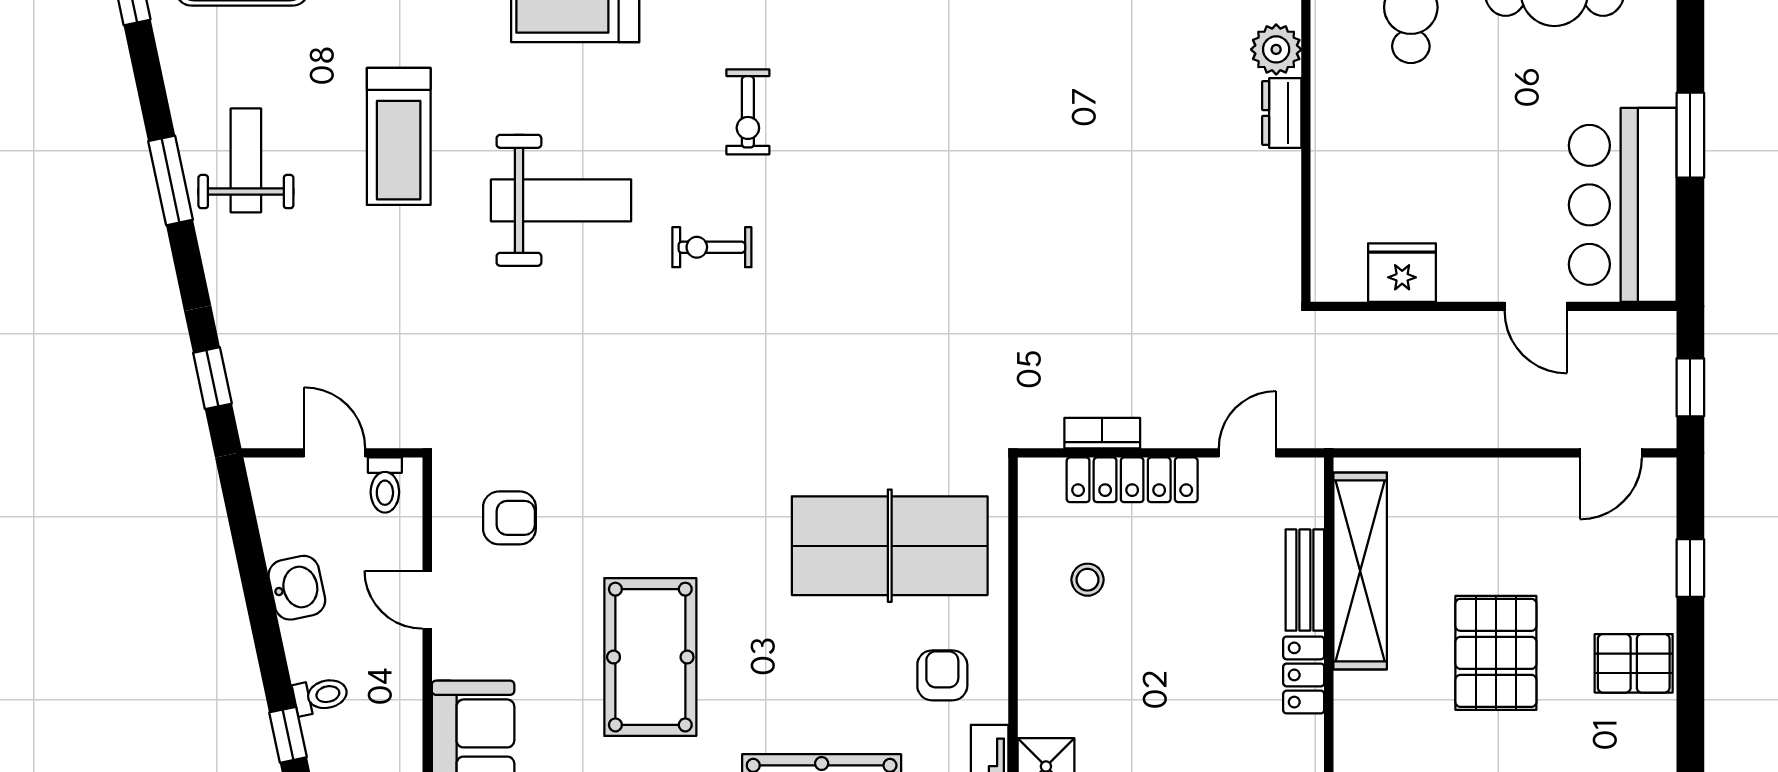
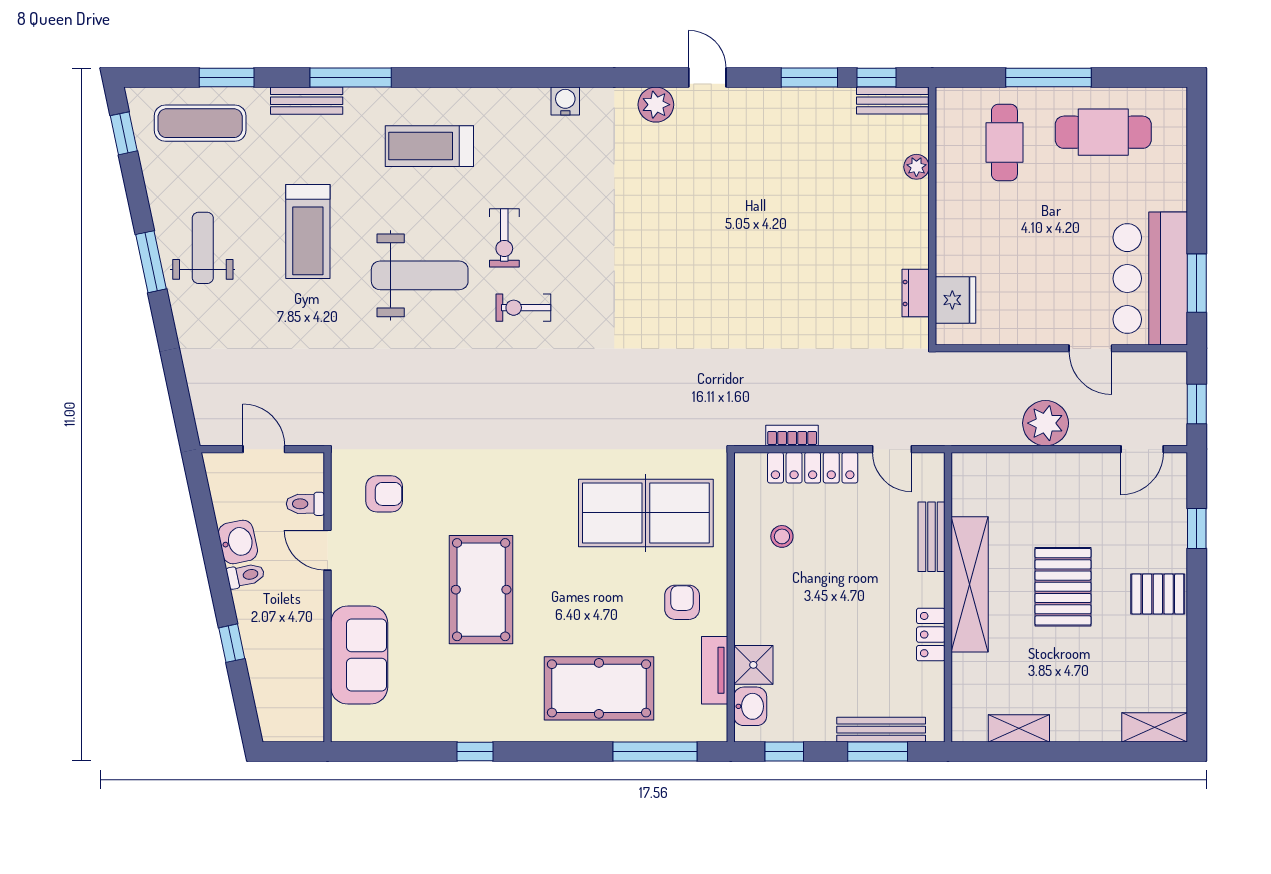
plant: (1276, 49) -> (916, 167), width x0.73, depth x0.73
exercise bike: (748, 112) -> (504, 238), moved
dresser: (1282, 113) -> (916, 293), moved
window: (1690, 135) -> (1197, 283), moved
fridge: (1402, 273) -> (955, 300), moved, turned 90
window: (212, 378) -> (180, 398), removed
plant: (1471, 415) -> (1046, 423), added
door: (1247, 453) -> (892, 449), swing flipped
toilet: (385, 485) -> (305, 504), moved, turned 90
shelving: (1360, 571) -> (970, 584), moved
locker: (1304, 675) -> (931, 635), moved
toilet: (321, 696) -> (246, 575), moved

